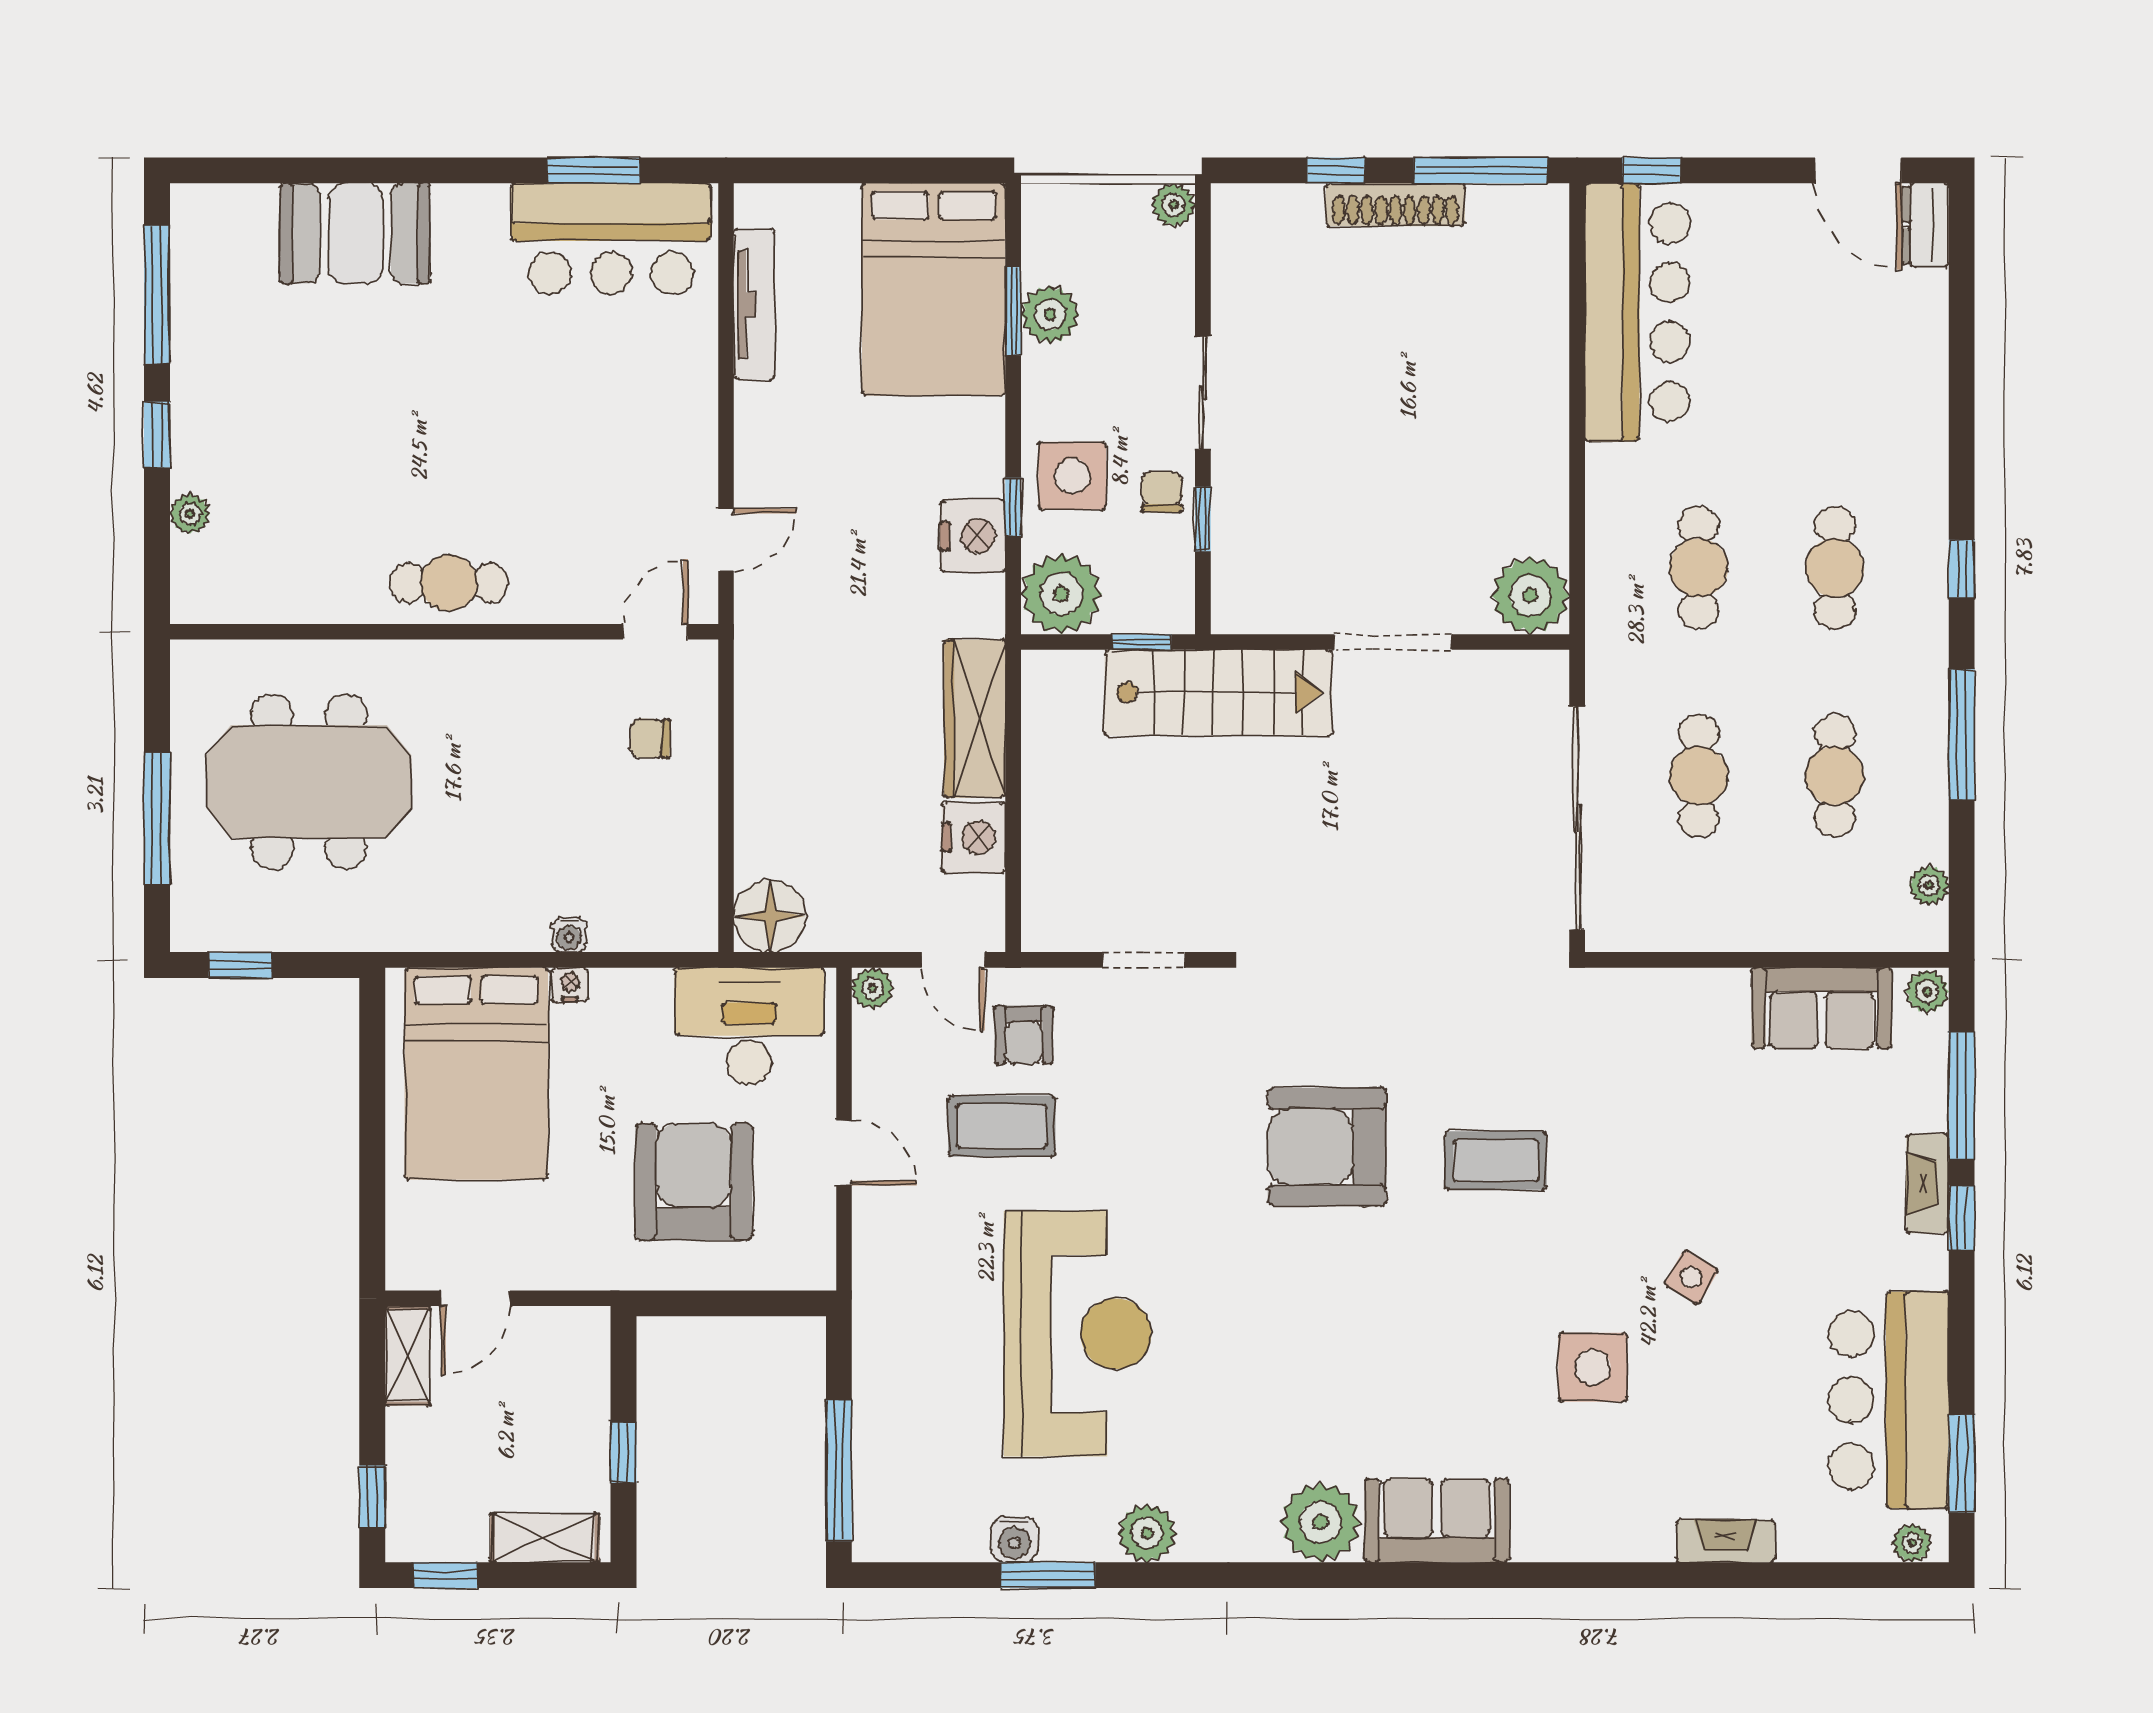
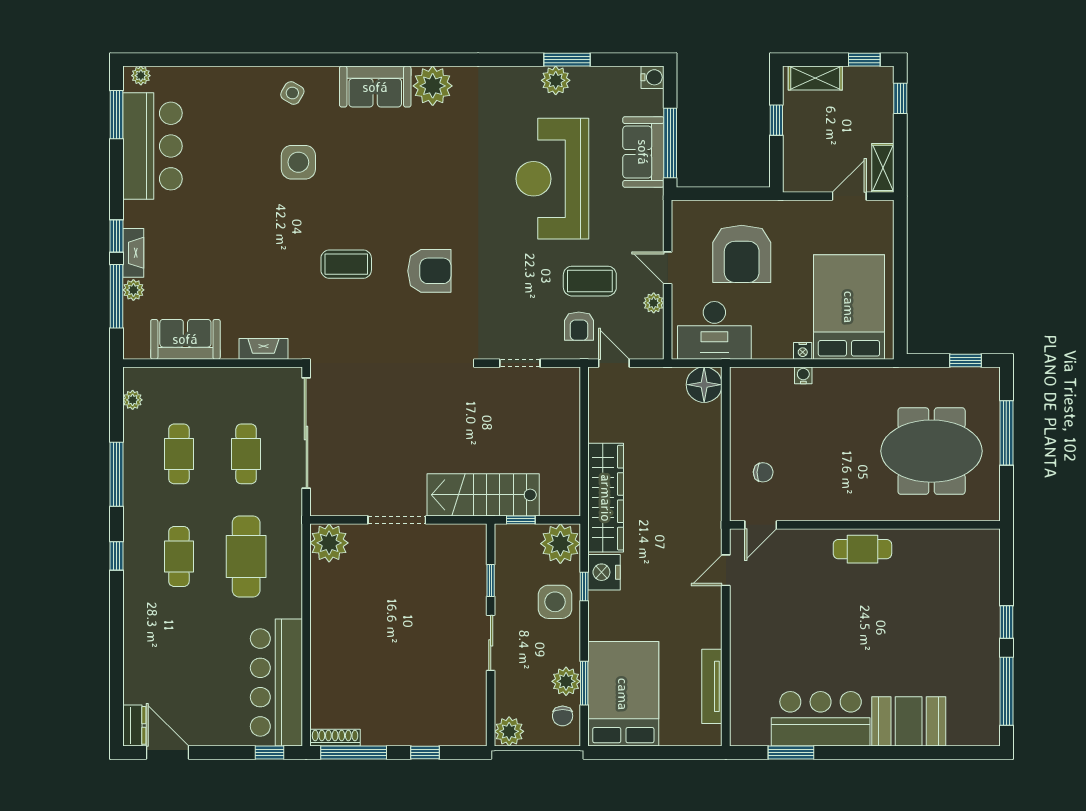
plant: (1173, 205) -> (509, 731), width x1.38, depth x1.38
shoe rack: (1395, 205) -> (335, 738), moved, width x0.74, depth x0.81
bar counter: (611, 239) -> (821, 719), moved
chair: (1162, 492) -> (563, 716), moved
plant: (190, 514) -> (990, 583), removed
cafe table: (1699, 568) -> (246, 557), width x1.37, depth x1.35
wardrobe: (975, 719) -> (606, 498), width x1.40, depth x1.17
nightstand: (974, 837) -> (604, 424), removed
plant: (872, 988) -> (654, 303), moved
plant: (1927, 992) -> (133, 290), moved
armchair: (1024, 1035) -> (579, 326), turned 180
armchair: (1327, 1147) -> (429, 271), width x0.73, depth x0.73
side table: (1691, 1277) -> (292, 93), moved
sofa: (893, 1388) -> (643, 152), added
window: (839, 1470) -> (670, 143), moved
plant: (1147, 1533) -> (556, 80), moved
water cooler: (1015, 1539) -> (652, 77), moved, turned 90
fireplace: (1726, 1541) -> (263, 349), moved, turned 180

